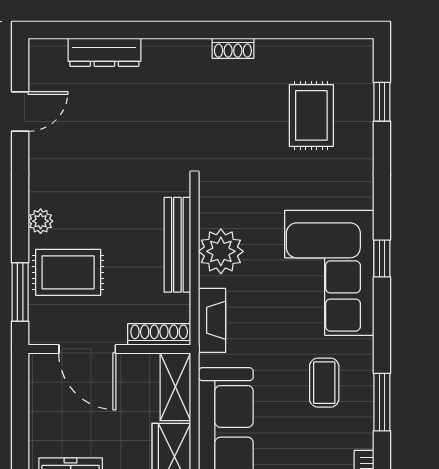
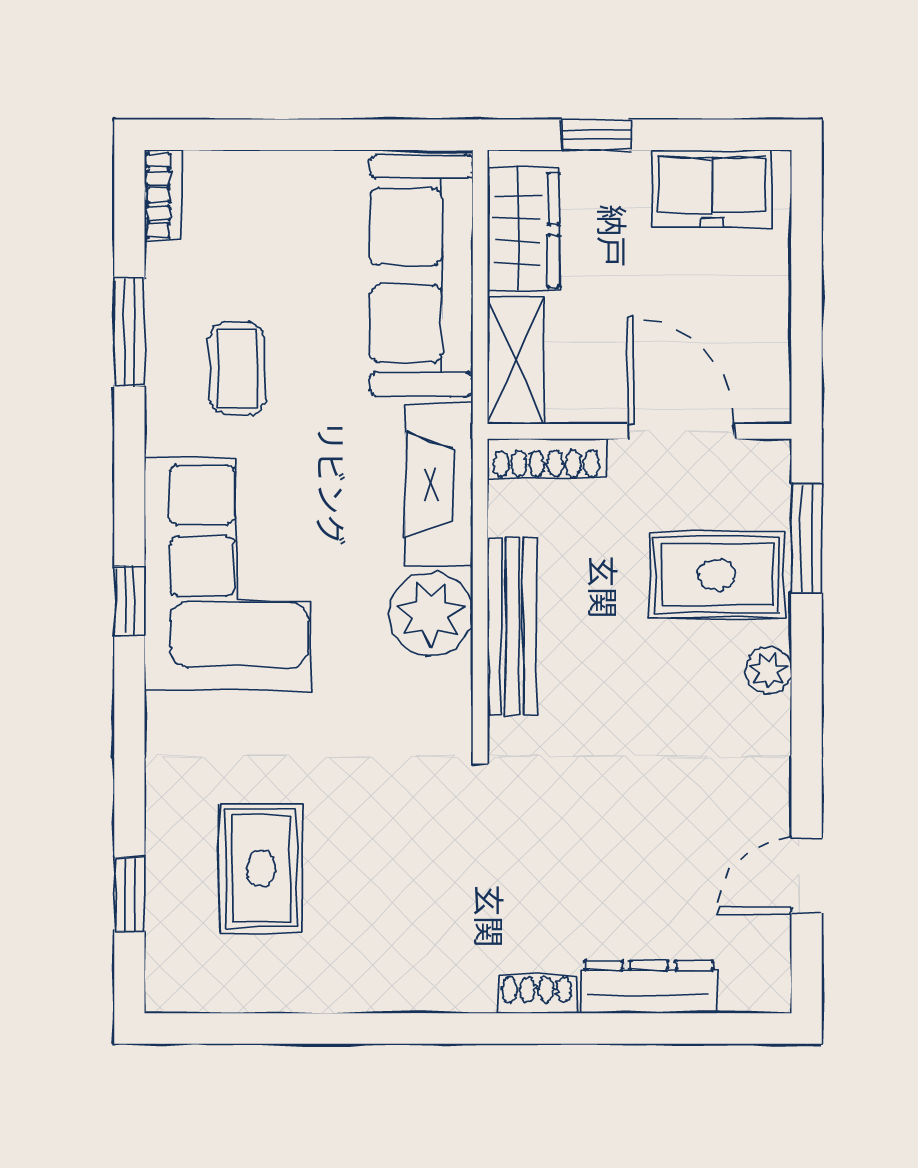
shoe rack: (233, 48) -> (537, 994), moved
fireplace: (212, 320) -> (439, 485), width x1.37, depth x1.32

